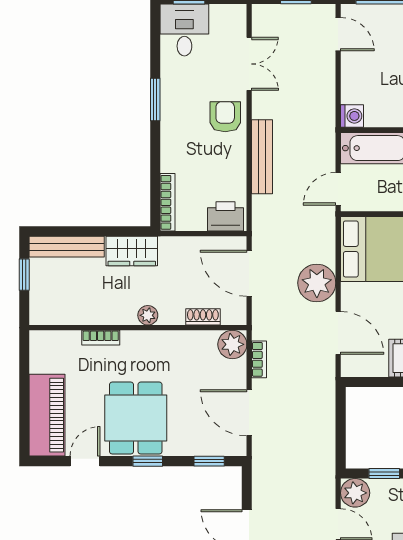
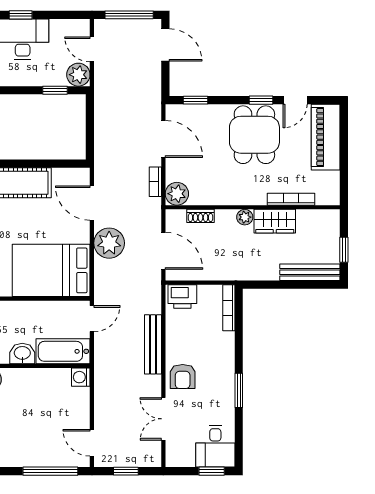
wardrobe: (132, 251) -> (275, 221), moved, turned 180
bookcase: (101, 338) -> (291, 199), width x1.56
window: (148, 461) -> (261, 100), moved

